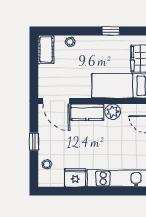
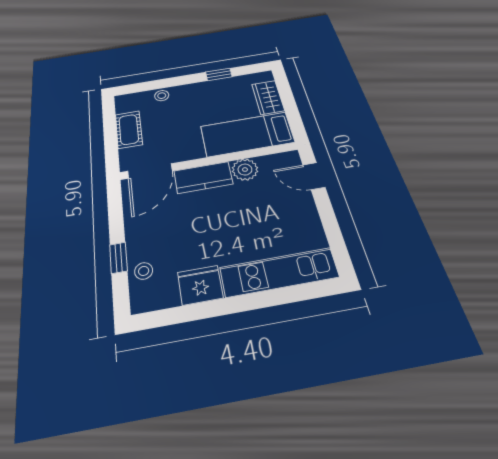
cot: (46, 50) -> (129, 129), moved
door: (56, 101) -> (150, 171), hinge flipped
window: (34, 142) -> (118, 258), moved

